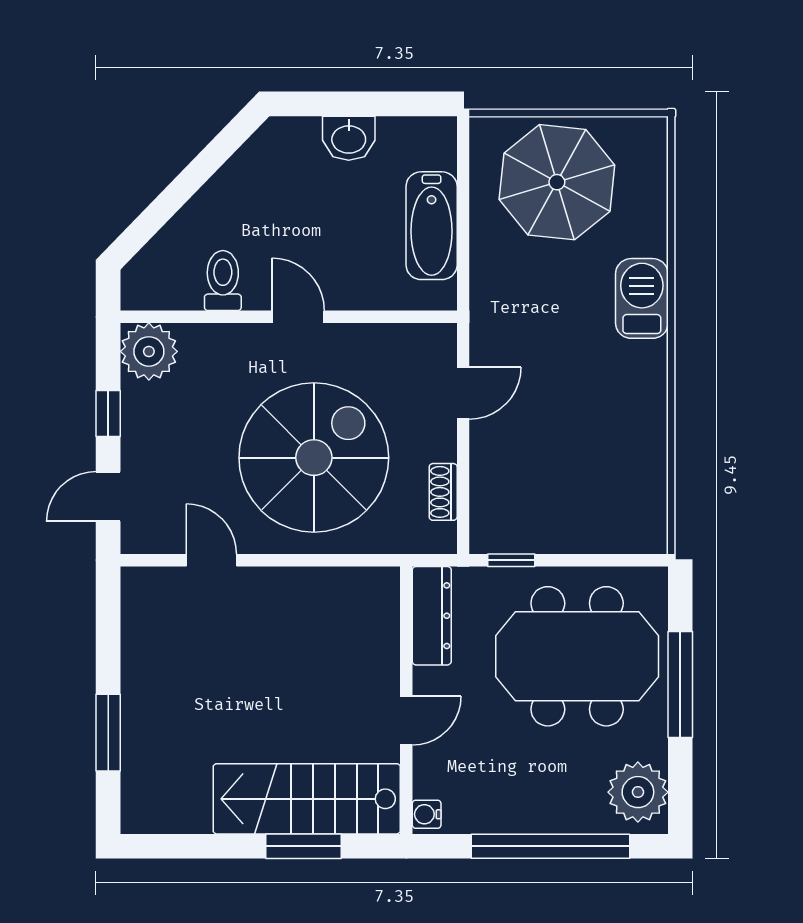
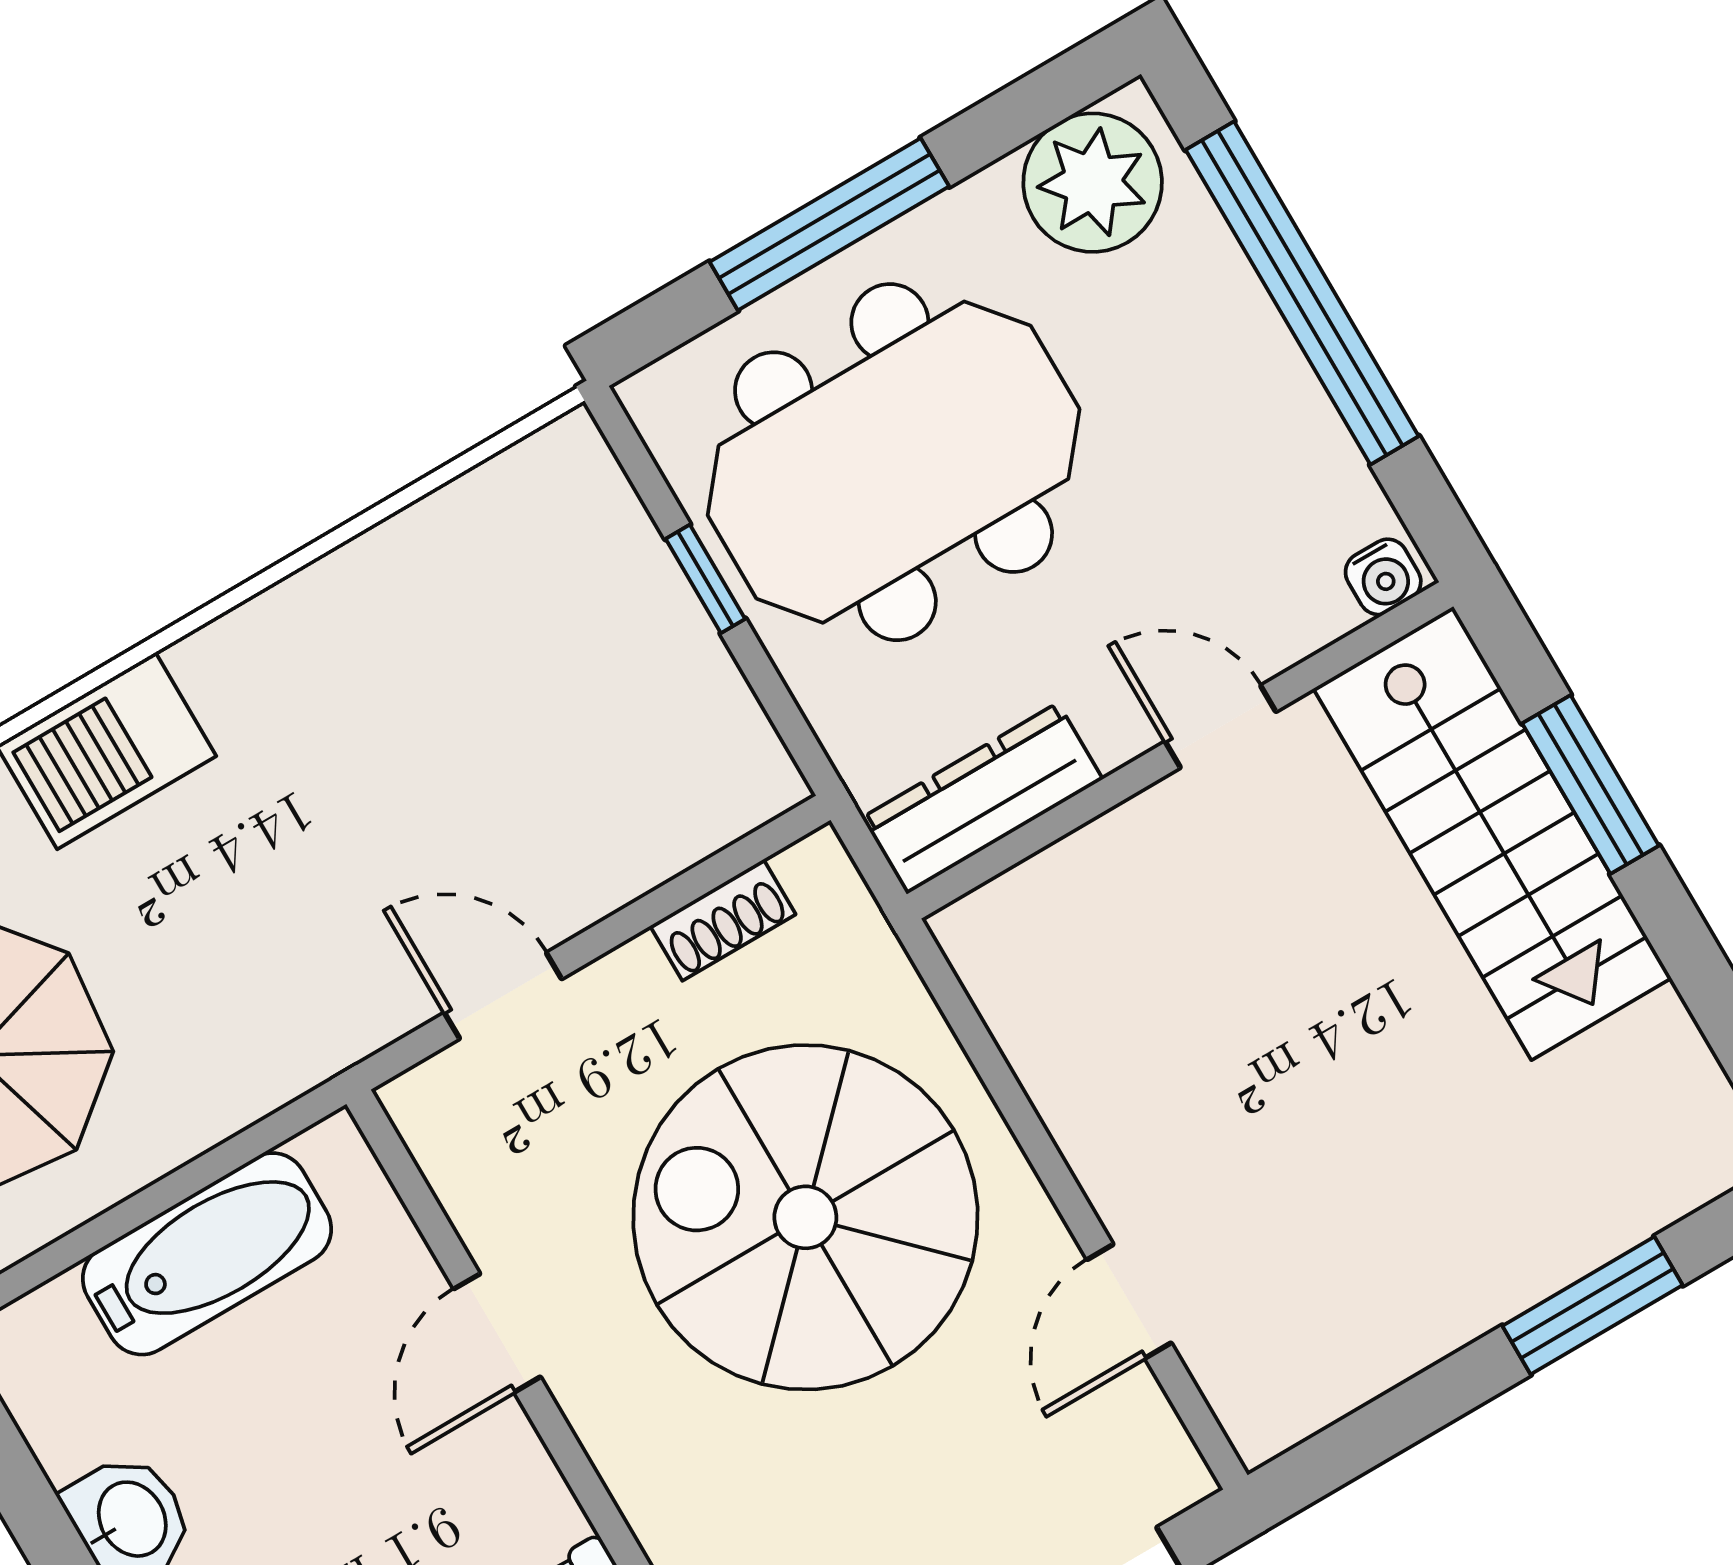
door: (298, 317) -> (497, 1333), moved
window: (511, 560) -> (705, 579), moved
meeting table: (577, 656) -> (894, 462), turned 90

